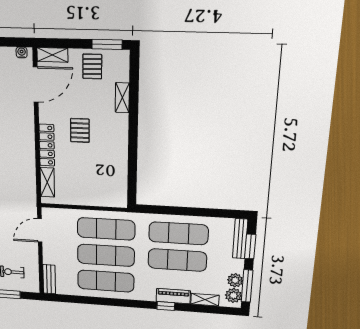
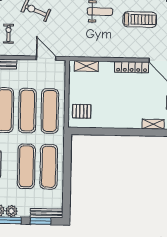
pallet: (80, 130) -> (82, 111), moved
locker: (47, 145) -> (132, 67), moved

